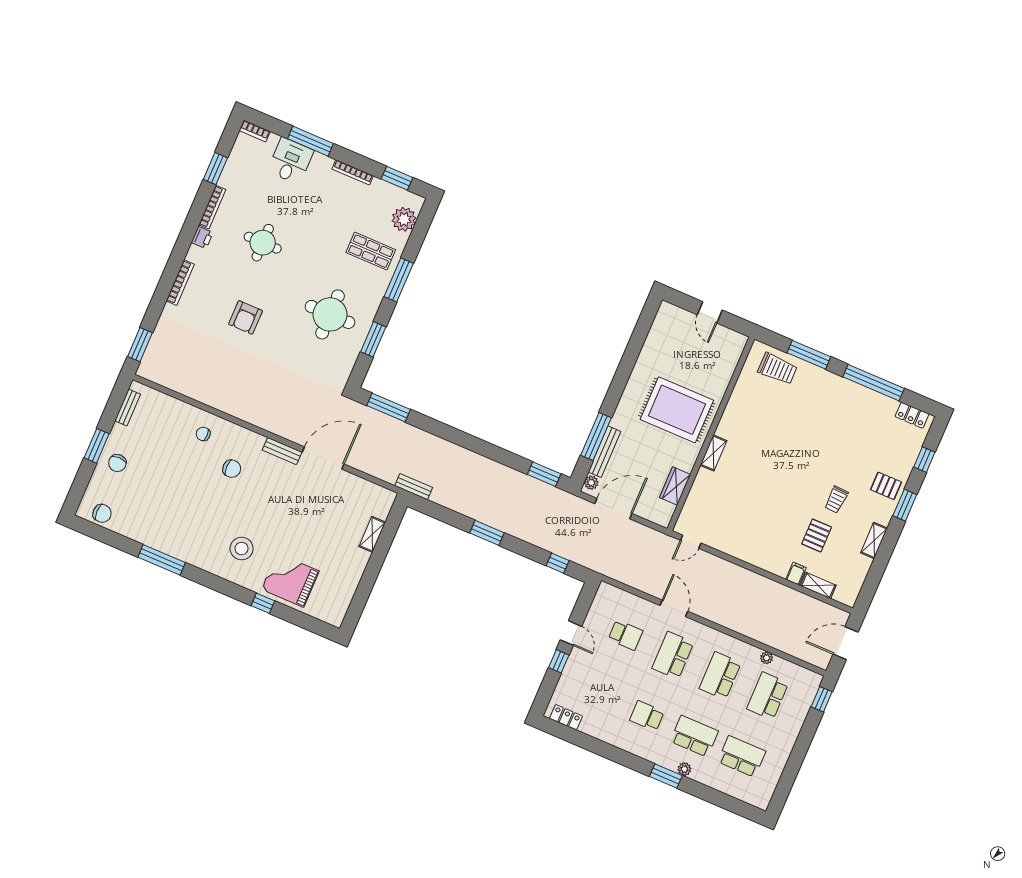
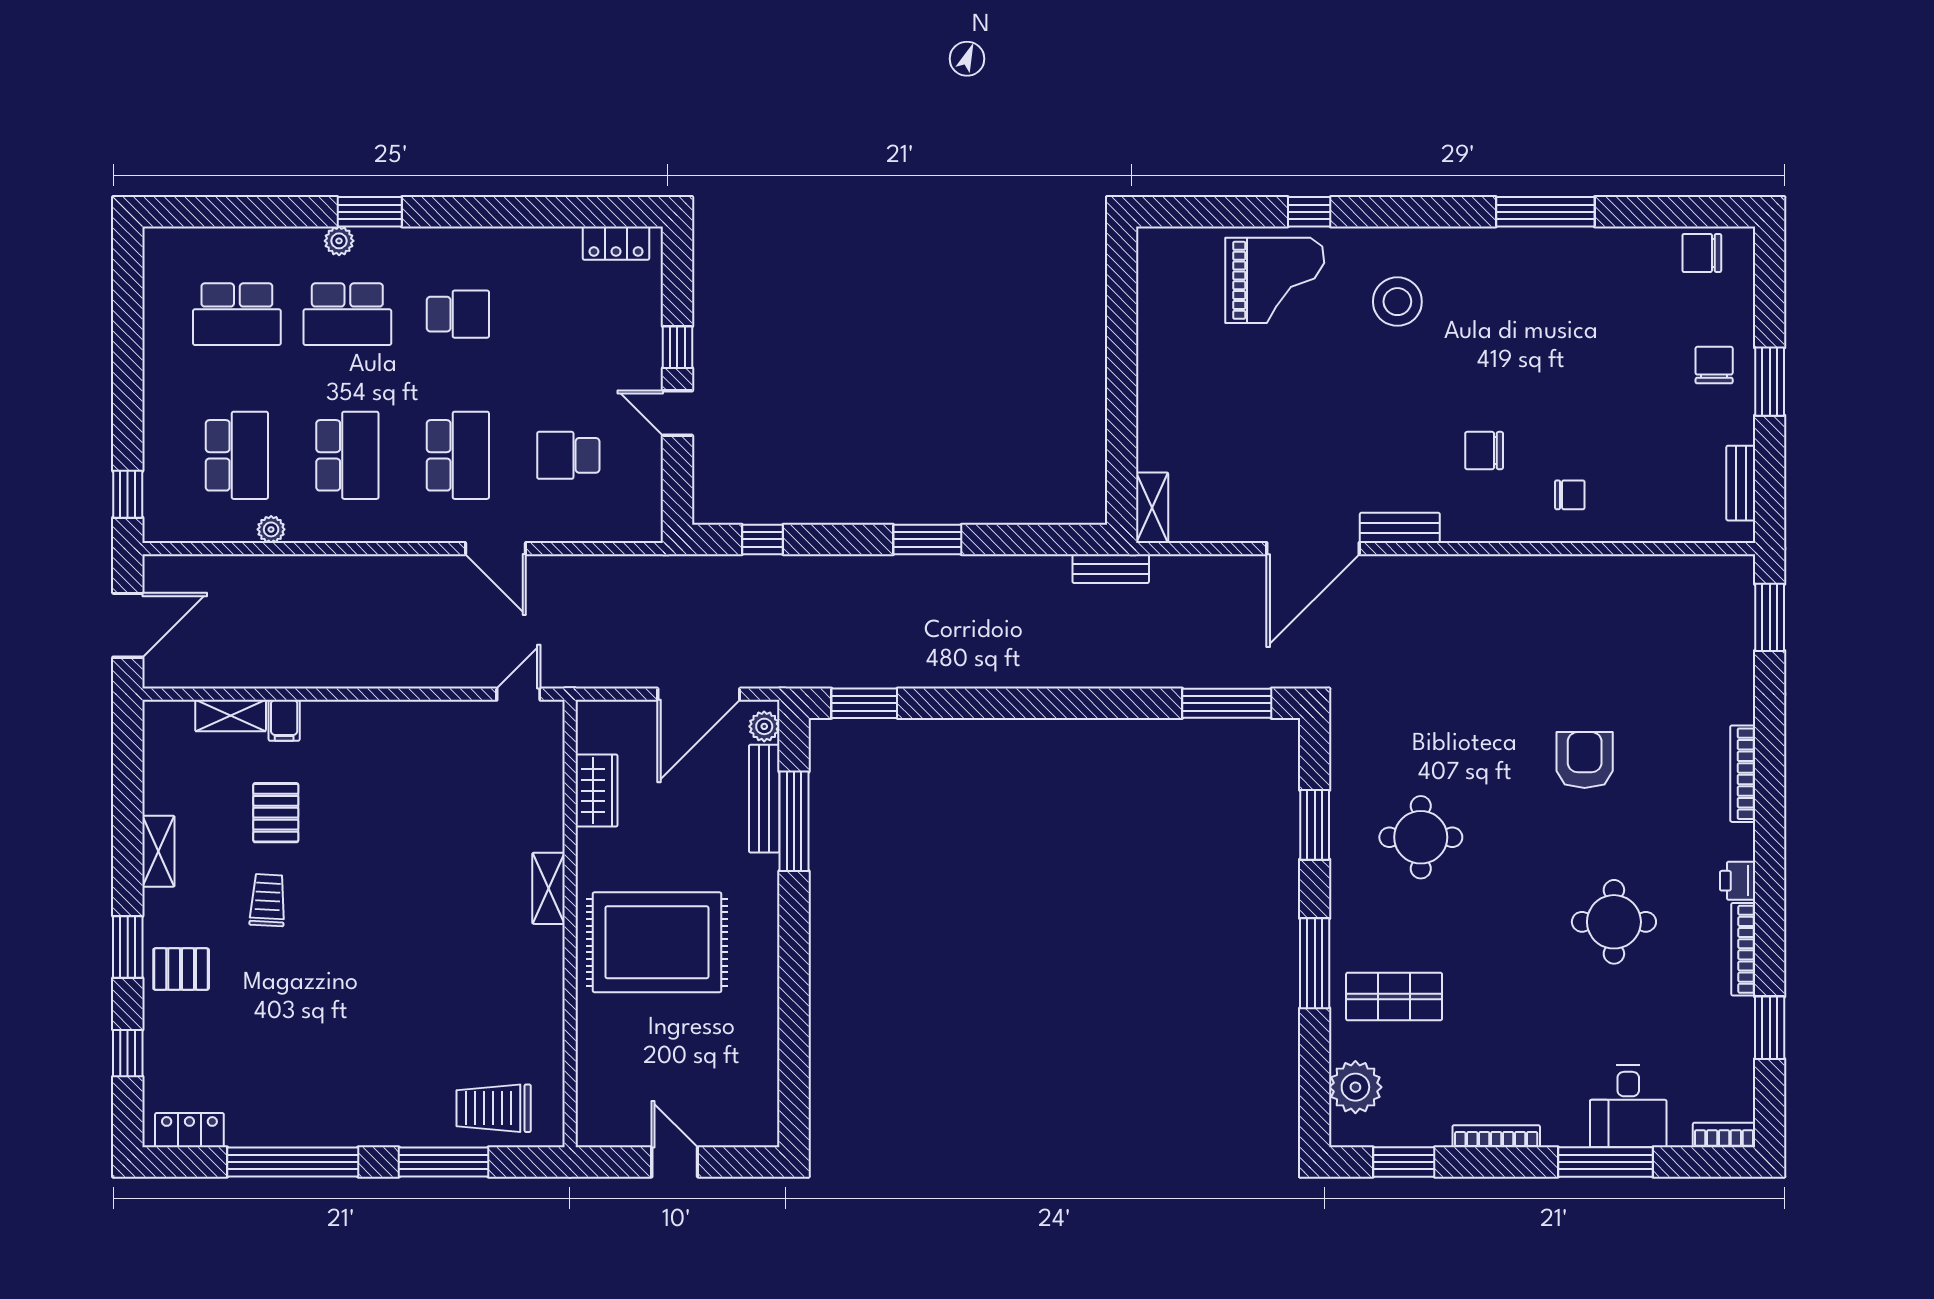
round table: (330, 314) -> (1421, 837), width x0.73, depth x0.73
shelving: (372, 534) -> (1152, 508), moved

